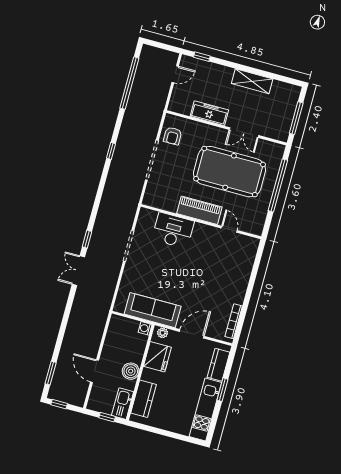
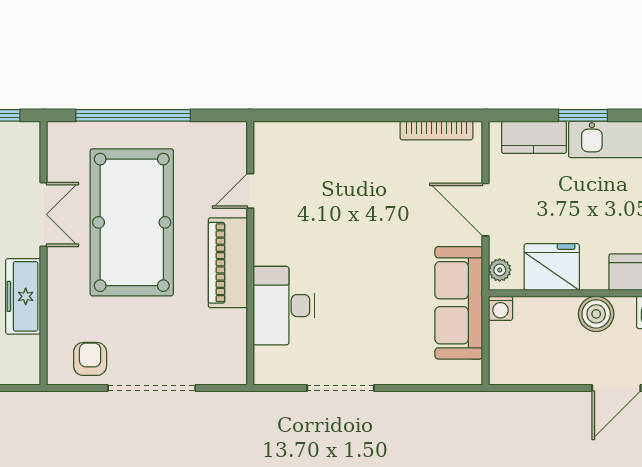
armchair: (173, 136) -> (90, 359), turned -90

